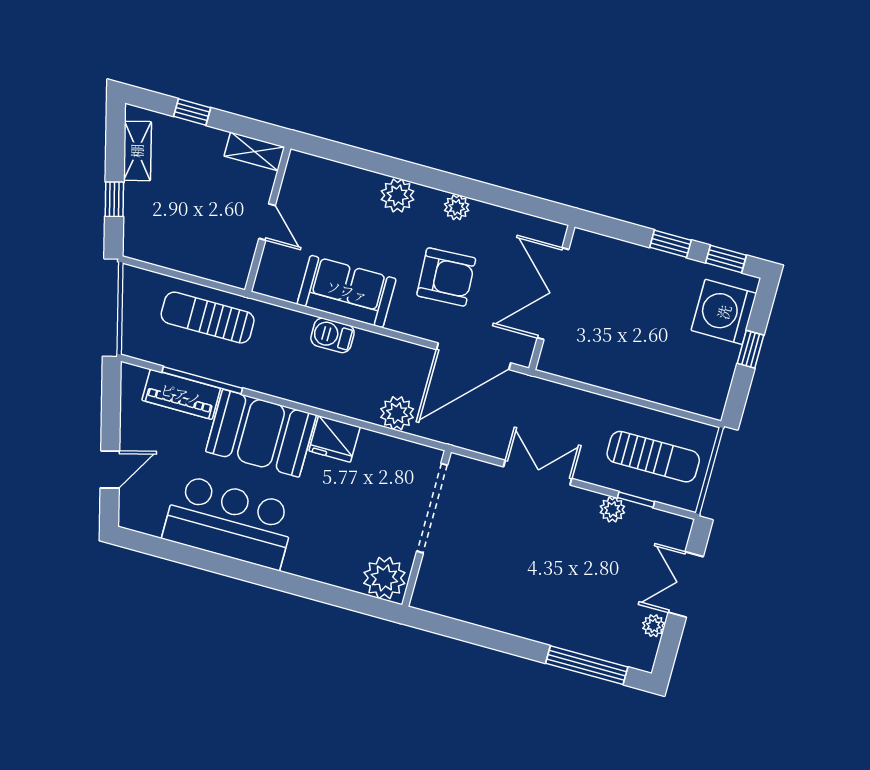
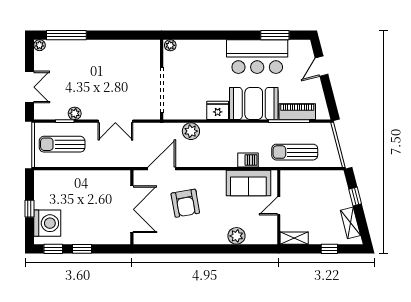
plant: (398, 195) -> (236, 236), moved
plant: (457, 207) -> (190, 238), removed
door: (267, 222) -> (279, 206), hinge flipped
armchair: (446, 277) -> (185, 203), turned -97
sofa: (347, 291) -> (248, 183), moved
sun lounger: (208, 318) -> (295, 152), turned 180
barbecue: (332, 335) -> (248, 160), moved
door: (474, 356) -> (162, 169), width x0.73
window: (184, 554) -> (275, 35), added
plant: (384, 578) -> (170, 45), width x0.53, depth x0.53
plant: (654, 626) -> (40, 45), moved

